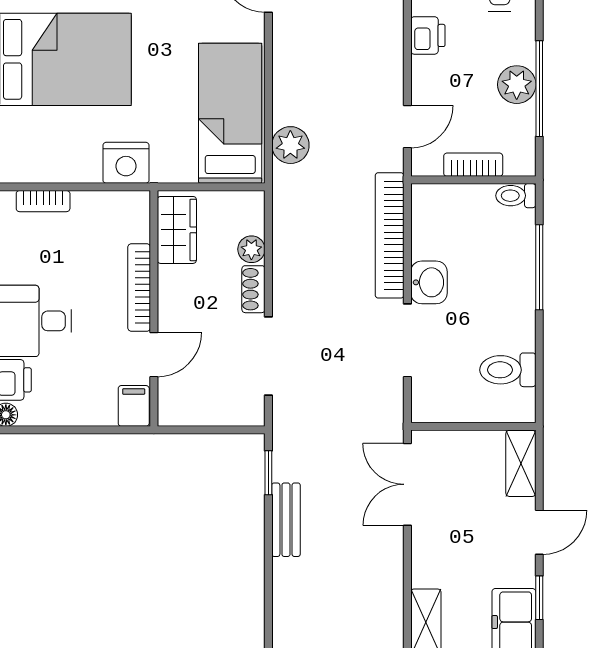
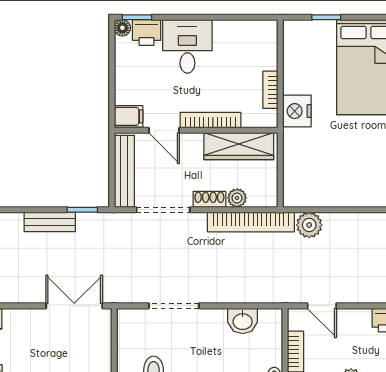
bed: (230, 113) -> (331, 183), removed
bookcase: (43, 201) -> (270, 90), moved
wardrobe: (177, 230) -> (239, 146), width x1.50
bookcase: (390, 235) -> (251, 222), moved, turned 180
washbasin: (429, 282) -> (243, 321), moved
bench: (213, 412) -> (124, 171), added

